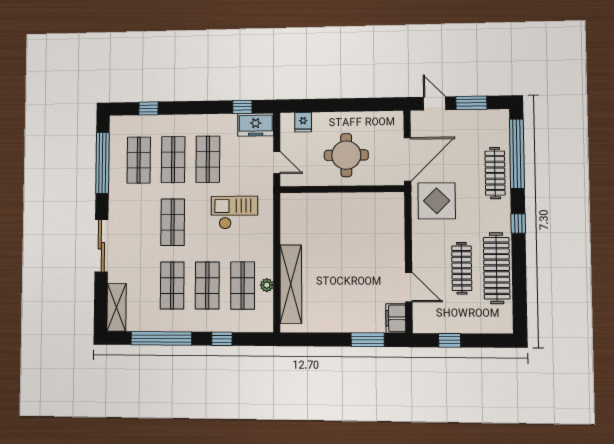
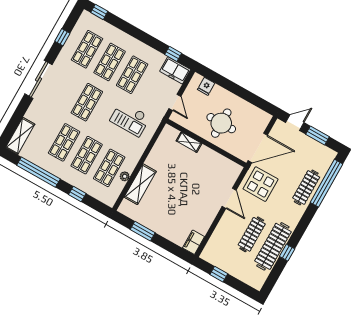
door: (435, 103) -> (295, 123), hinge flipped
window: (148, 108) -> (99, 12), moved
window: (102, 163) -> (62, 37), width x0.32
shelving: (321, 200) -> (189, 142), added
checkout: (234, 213) -> (130, 119), turned 180
window: (518, 223) -> (287, 253), moved
sliding door: (101, 246) -> (39, 79), moved
shelving: (291, 284) -> (140, 184), width x0.68
door: (409, 287) -> (229, 198), moved
window: (368, 340) -> (143, 231), moved

